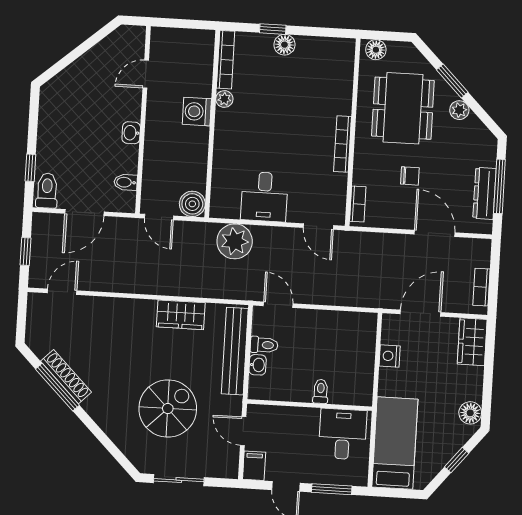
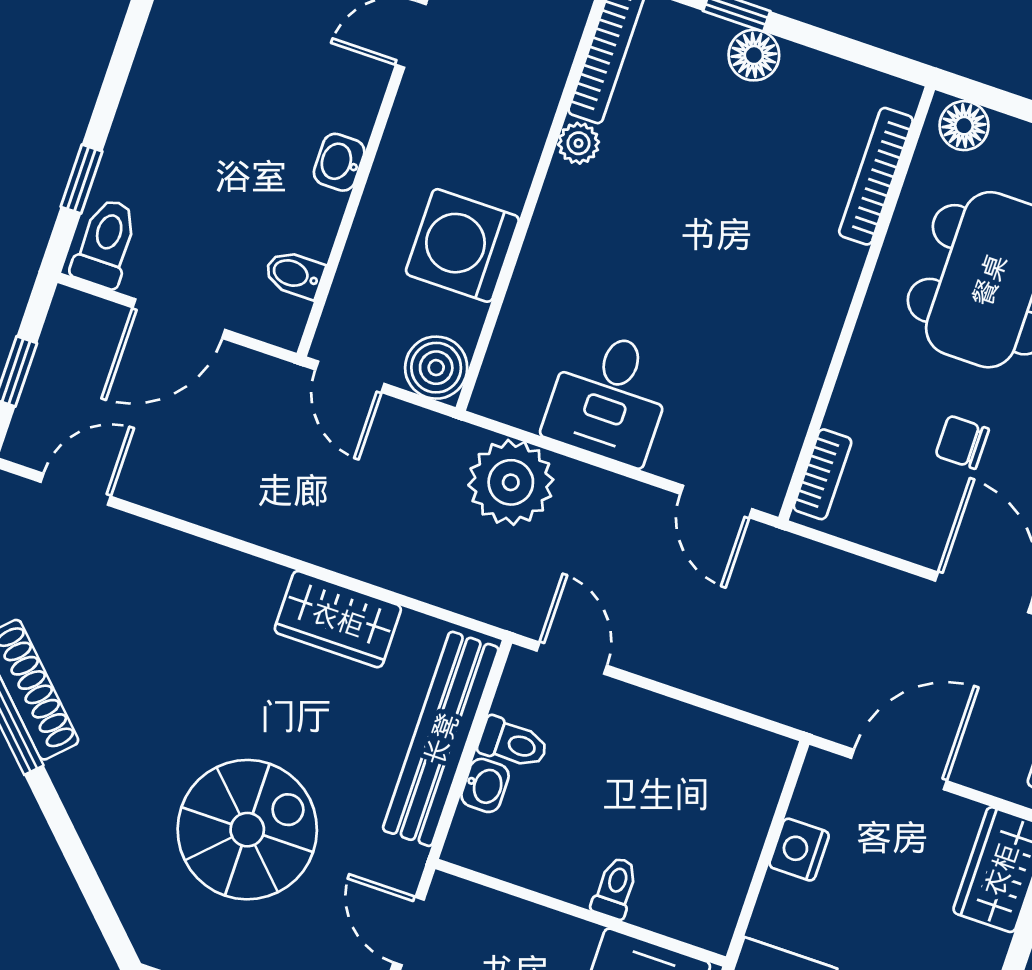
washing machine: (197, 112) -> (462, 245), moved, width x1.37, depth x1.37
bookcase: (343, 144) -> (876, 176), moved
chair: (410, 176) -> (962, 442), turned 180

